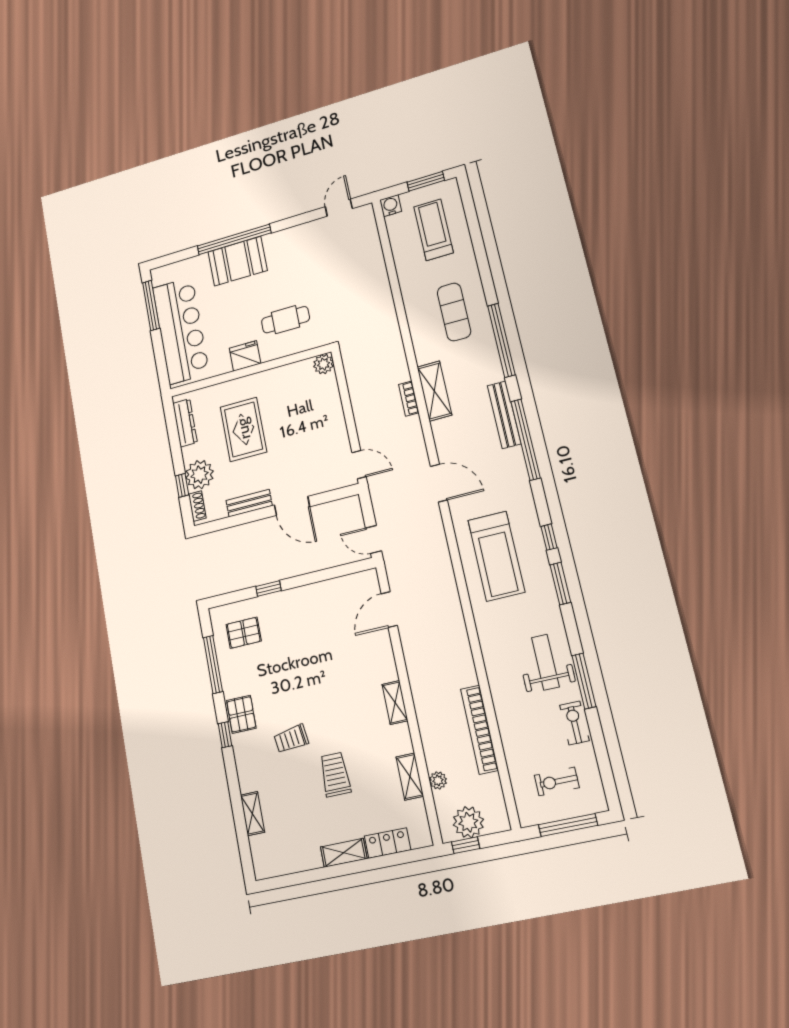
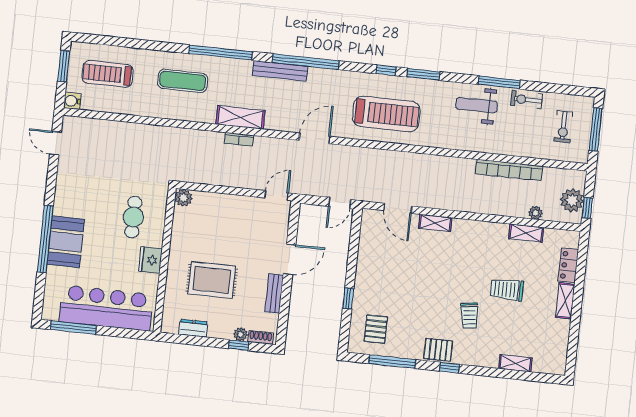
dresser: (185, 423) -> (193, 328), width x0.70
plant: (199, 475) -> (241, 334), width x0.53, depth x0.53
shelving: (395, 703) -> (435, 223), moved

